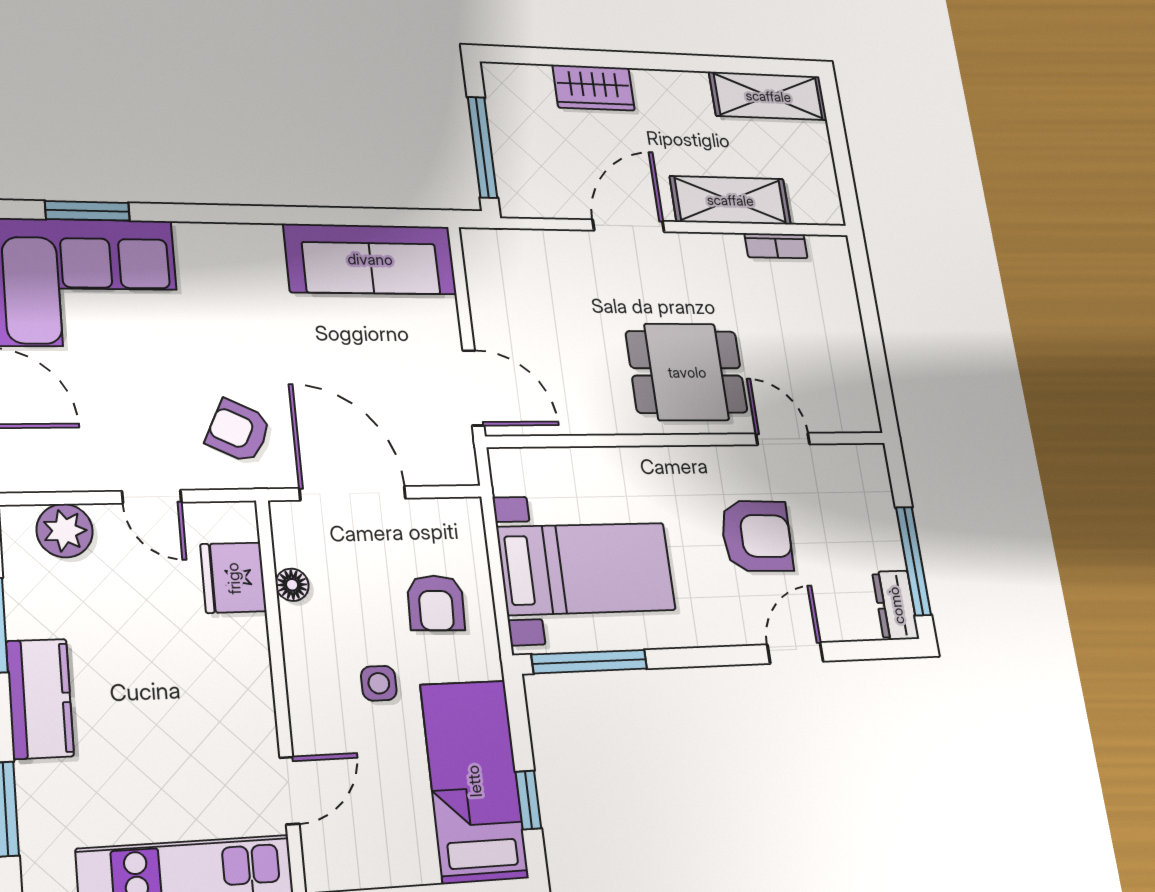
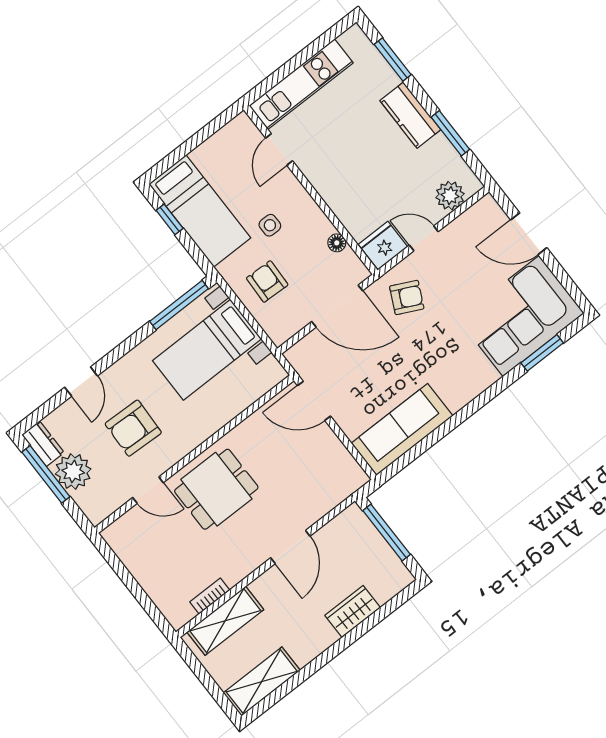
shelving: (730, 200) -> (225, 621), moved
plant: (873, 538) -> (73, 471), added
fridge: (233, 578) -> (383, 246), moved, turned -90

